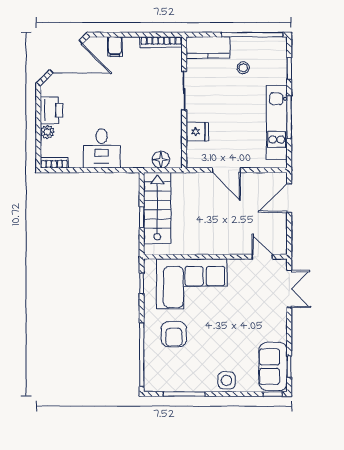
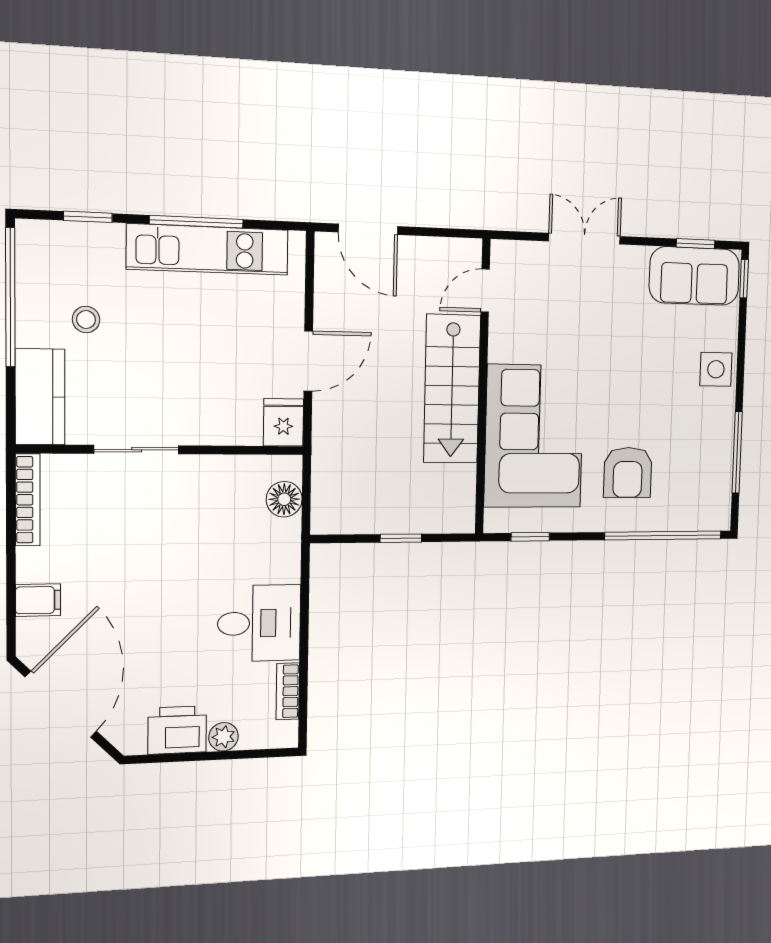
fridge: (197, 132) -> (283, 422), moved
bookcase: (54, 163) -> (288, 691), moved
stairs: (157, 208) -> (452, 389), moved, turned -90
double door: (289, 289) -> (585, 239), moved
armchair: (174, 334) -> (628, 472), turned 90

